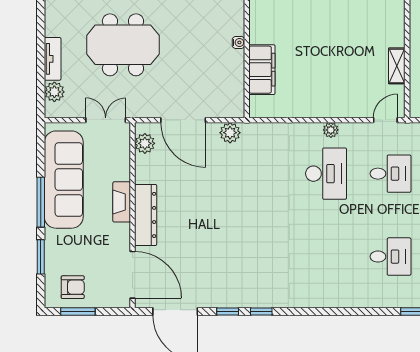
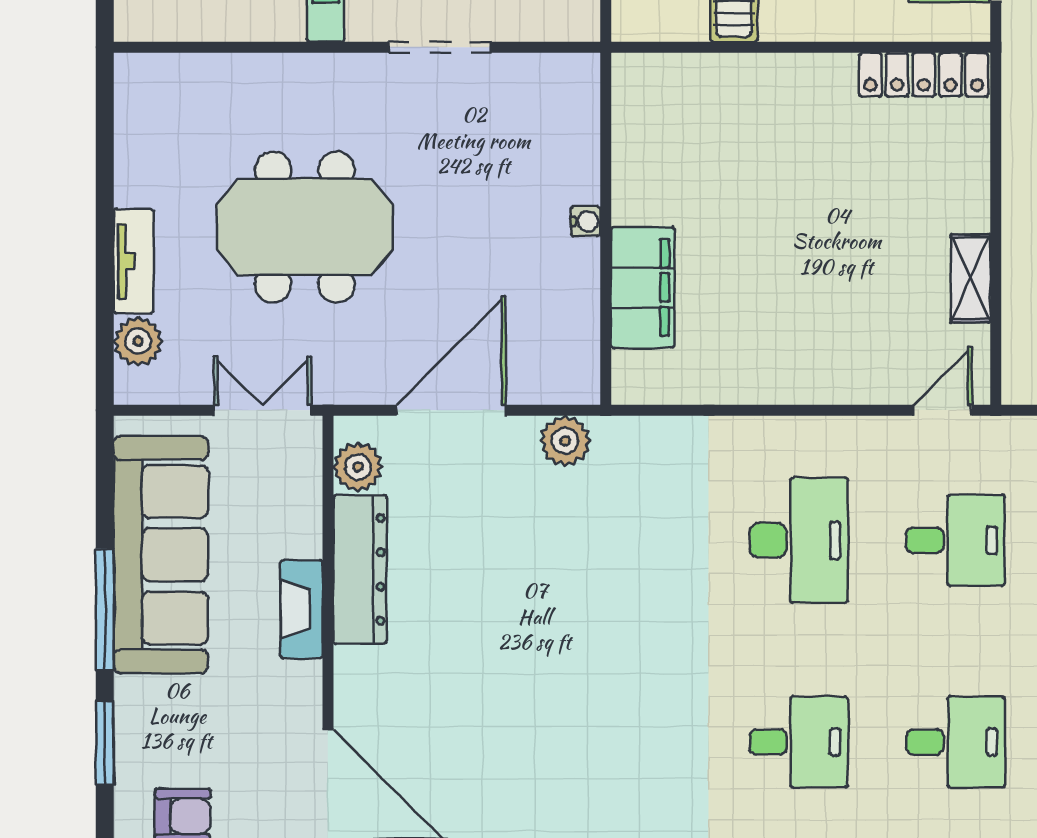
door: (183, 120) -> (451, 410), swing flipped
plant: (331, 130) -> (810, 434), removed
dresser: (146, 215) -> (360, 569), moved
desk: (326, 257) -> (799, 742), added

